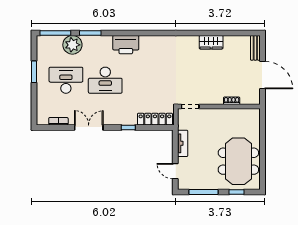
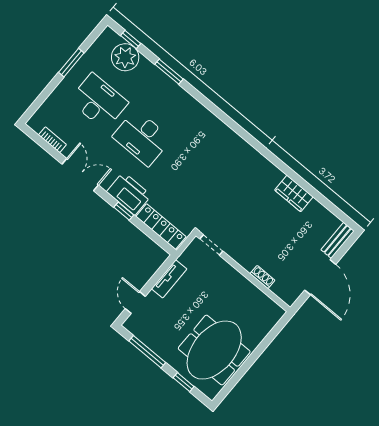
window: (55, 33) -> (131, 40), width x0.46
plant: (72, 45) -> (125, 57), moved
printer: (126, 45) -> (129, 194), moved, turned 180

